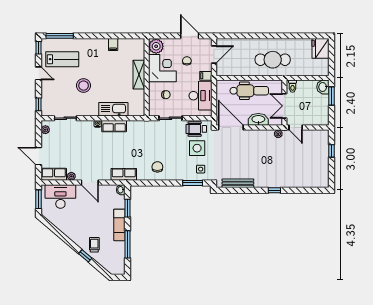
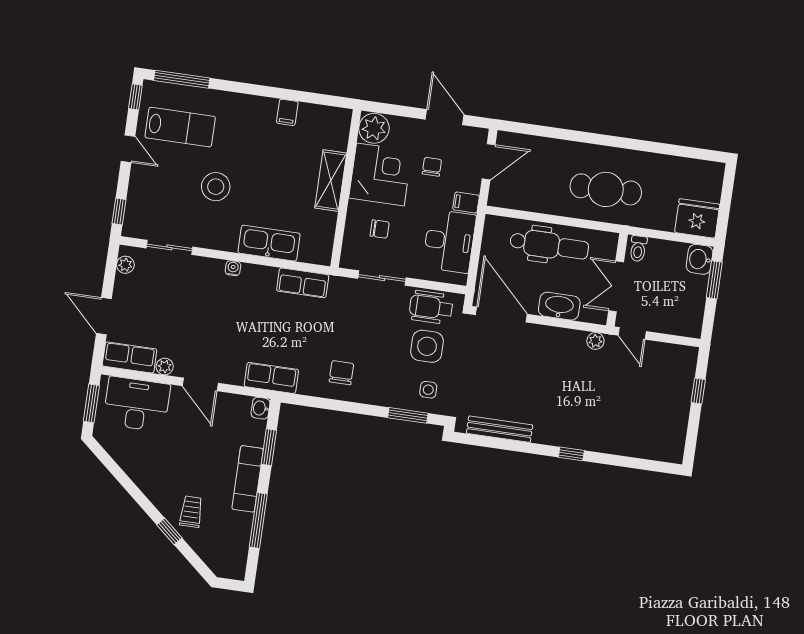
fridge: (321, 48) -> (697, 218), moved, turned 90
row of seats: (114, 126) -> (303, 283), moved

